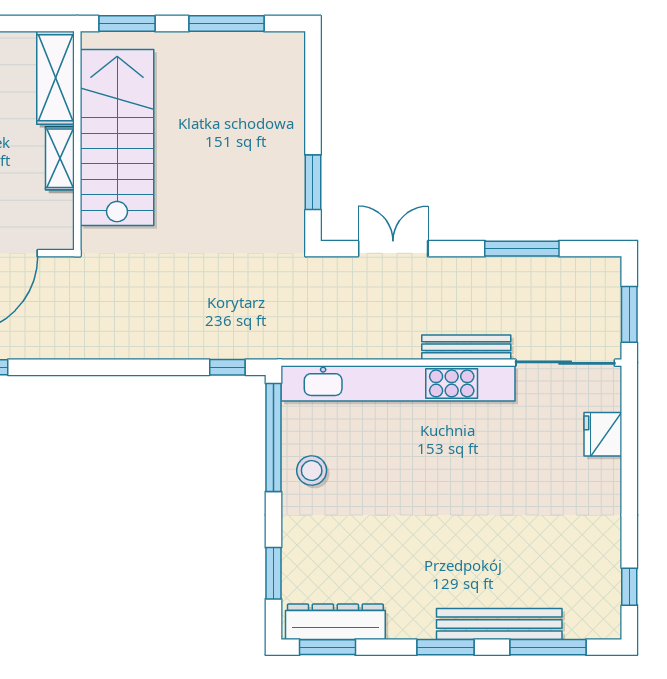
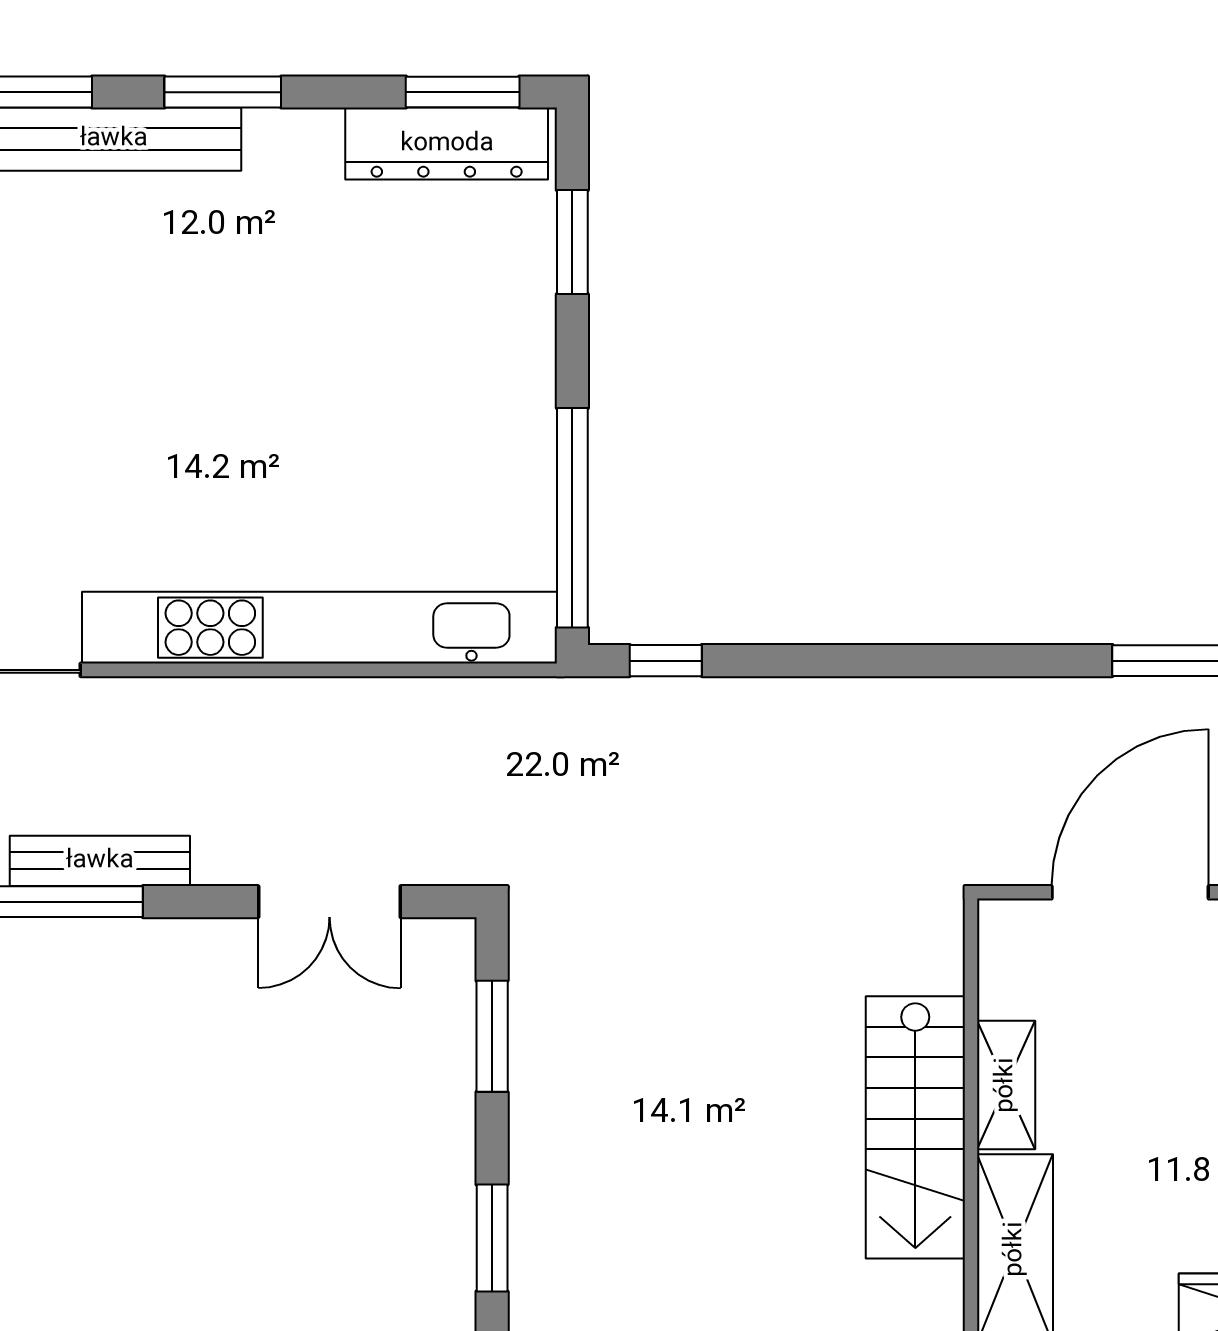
window: (313, 83) -> (492, 1238), added
stairs: (117, 138) -> (915, 1127), width x0.73, depth x0.66
bench: (466, 347) -> (100, 861), moved
stool: (312, 470) -> (495, 451), removed

